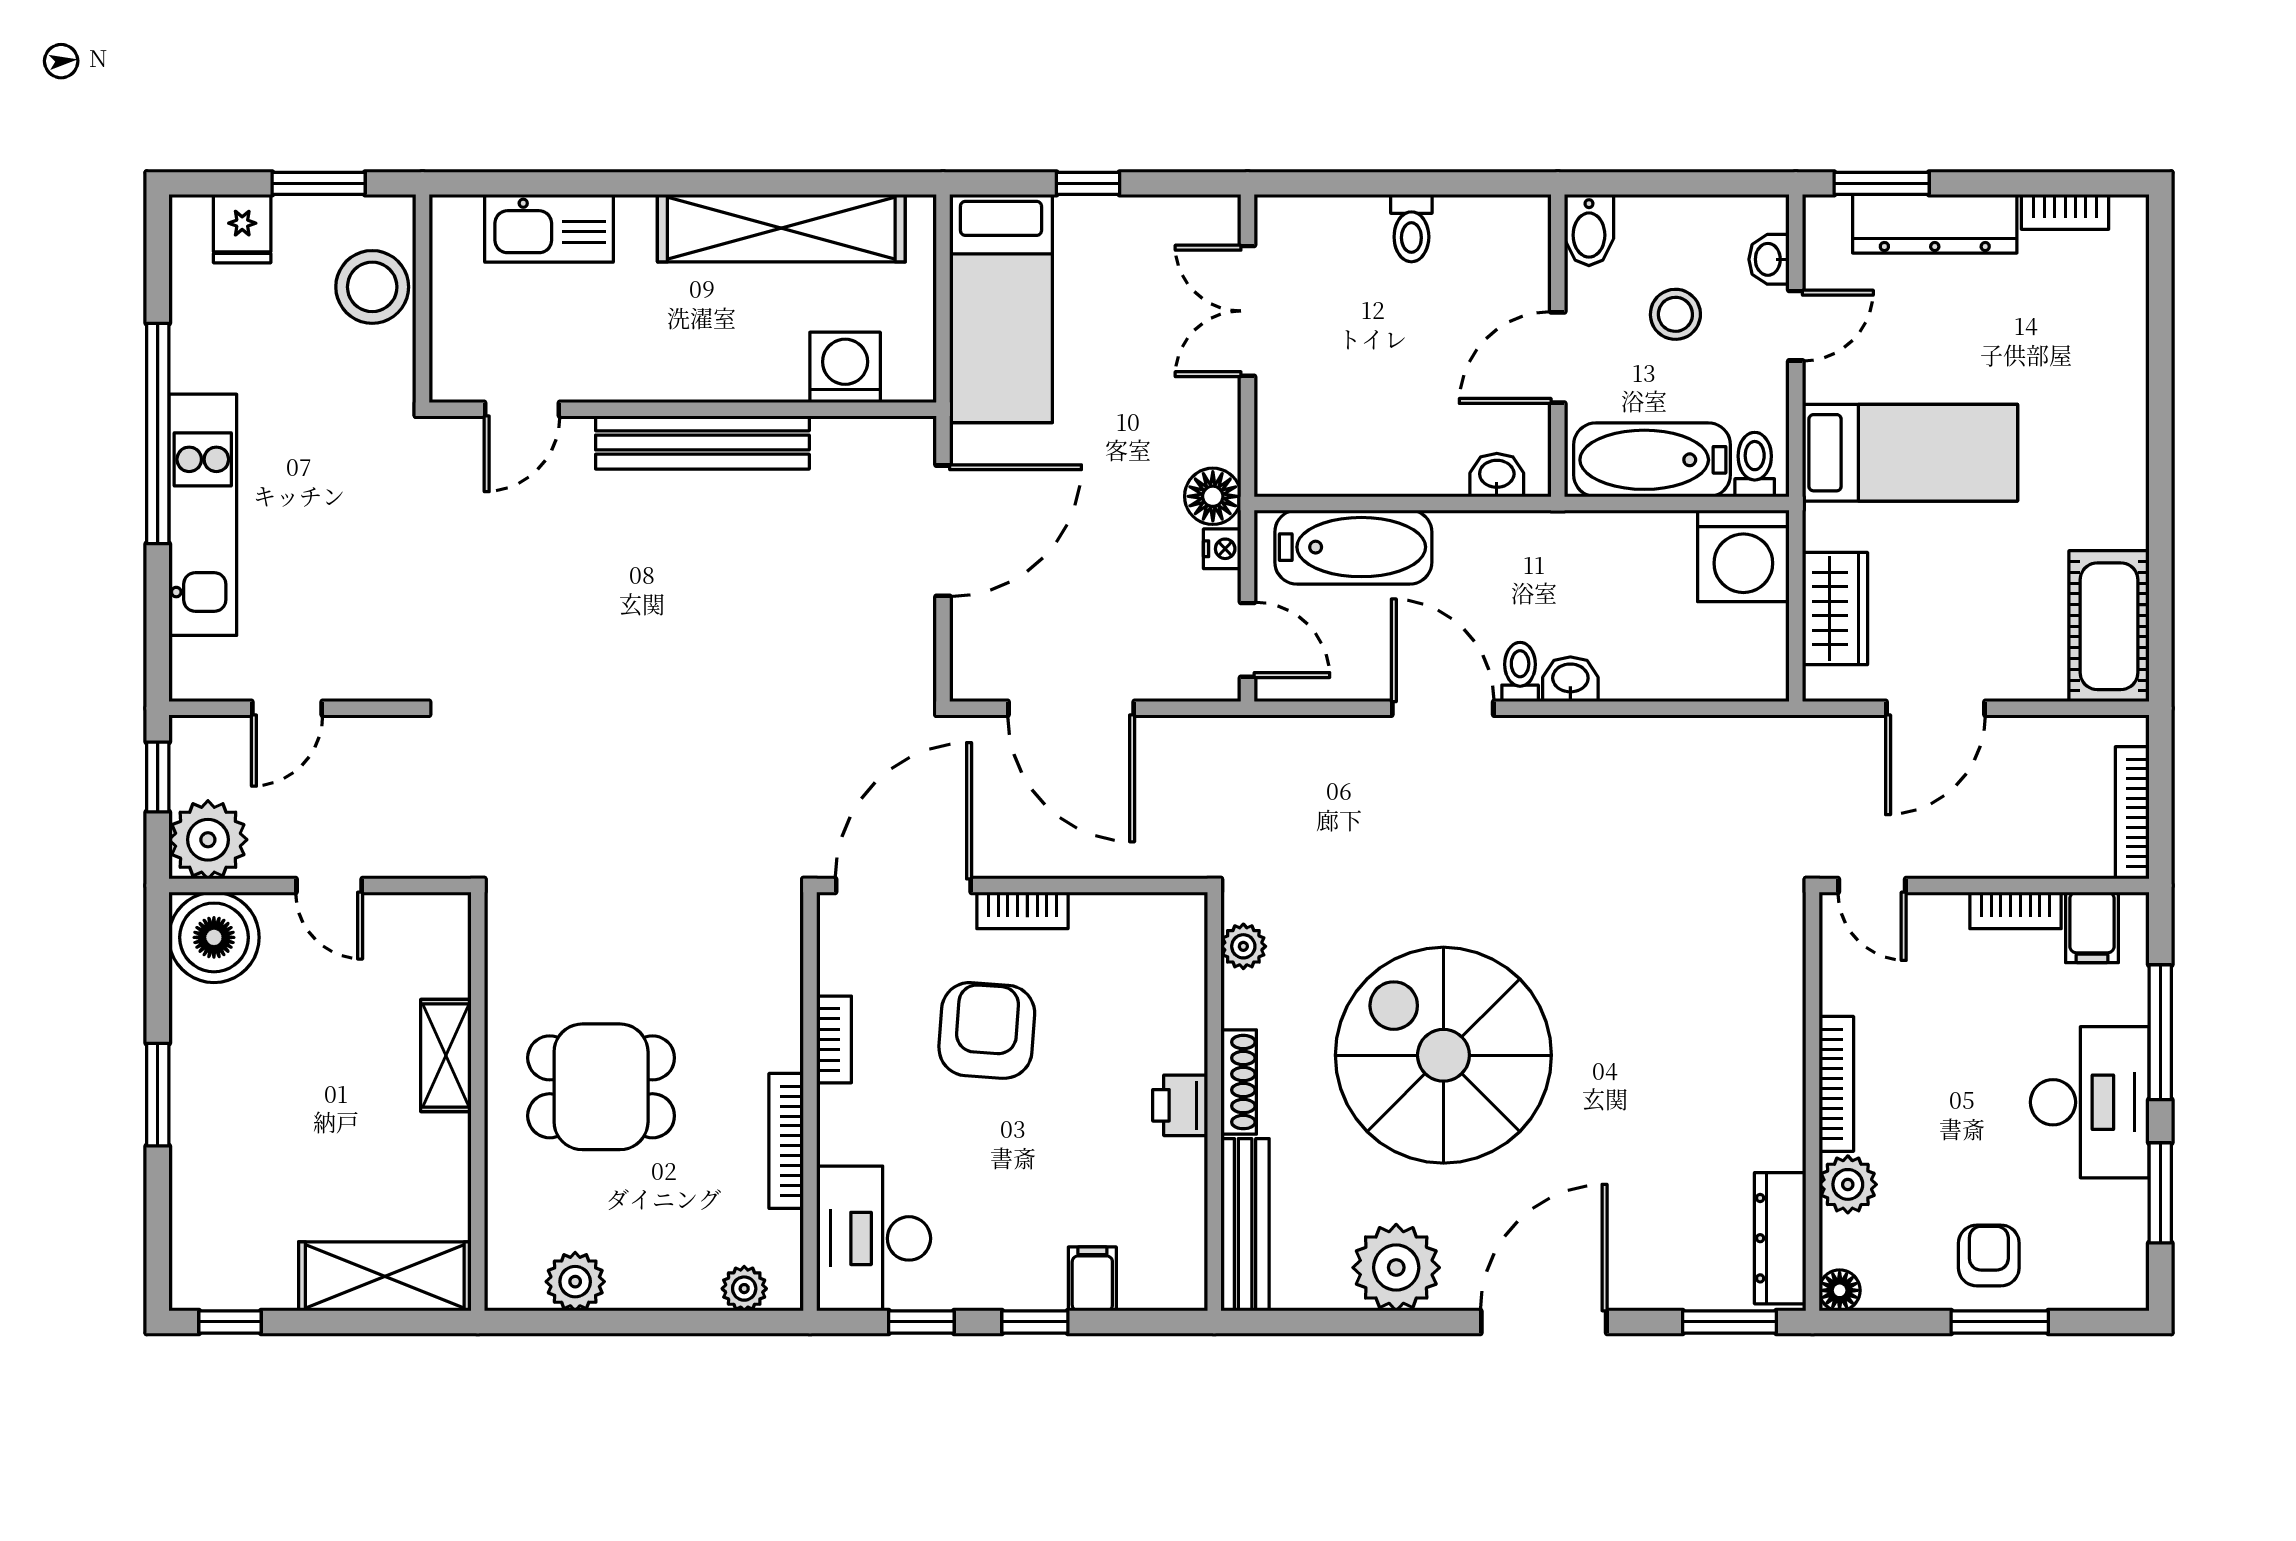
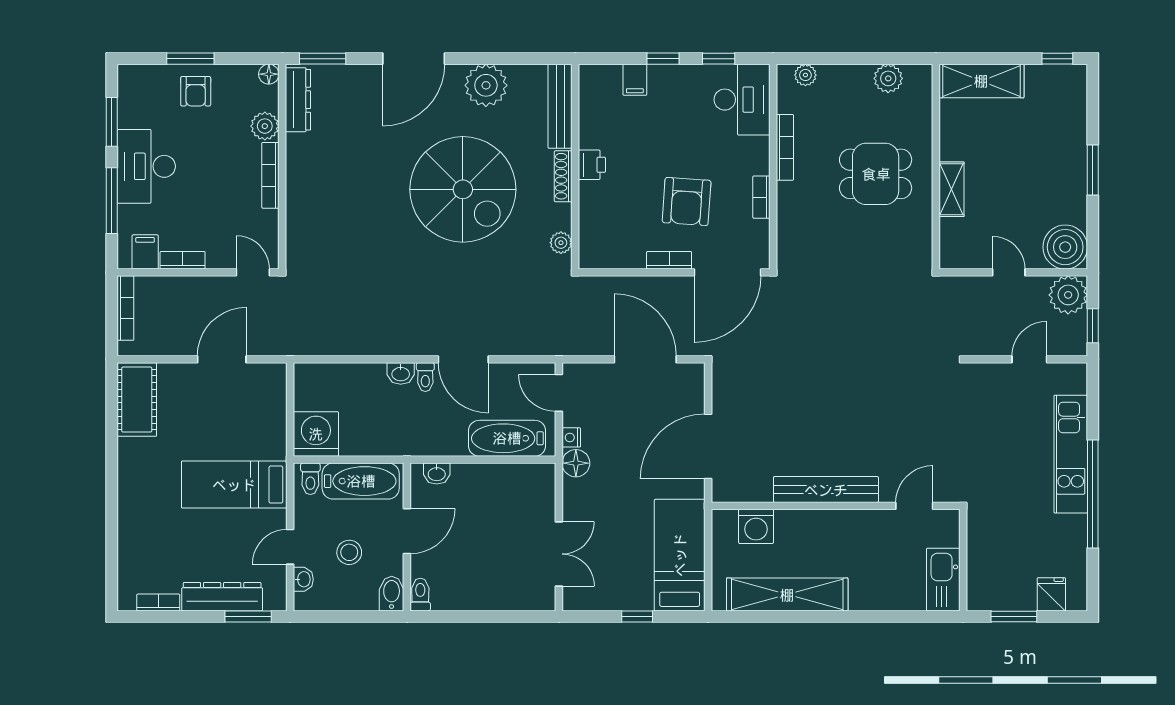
kitchen sink: (549, 228) -> (943, 580), moved, turned -90
toilet: (1411, 228) -> (420, 595), moved
stool: (372, 287) -> (988, 566), removed
wardrobe: (1835, 609) -> (271, 408), removed

